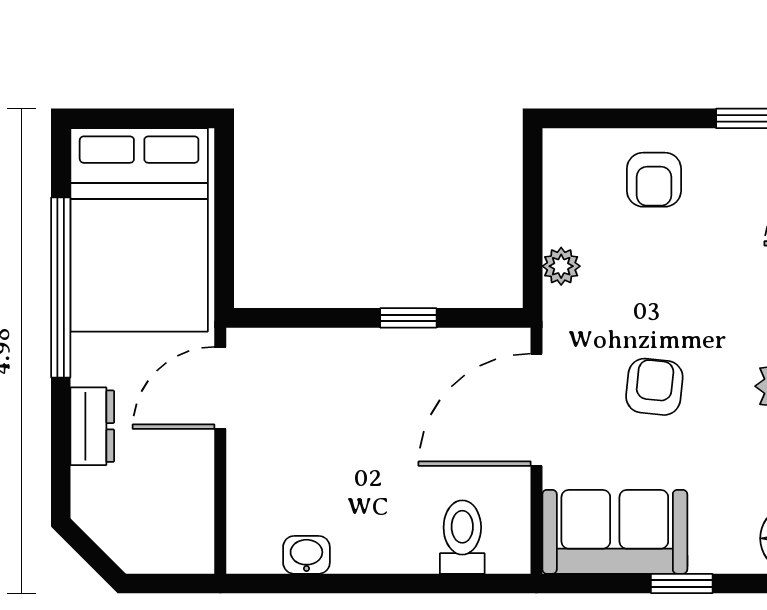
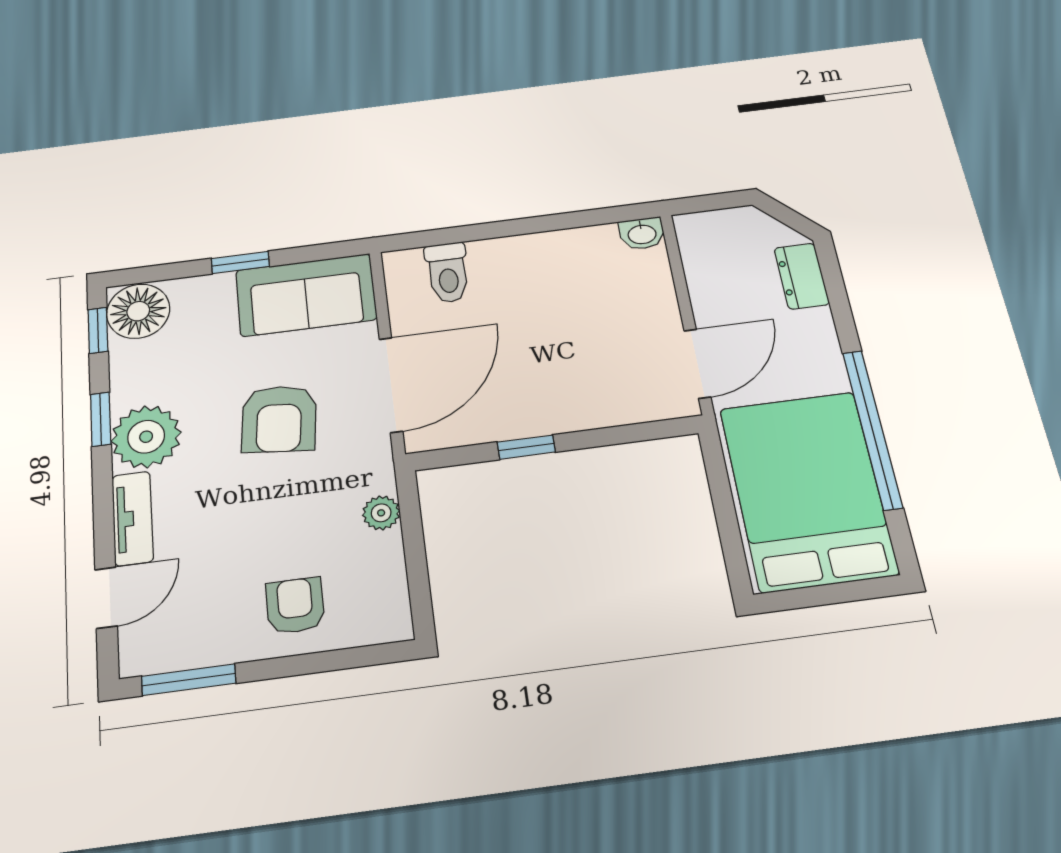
armchair: (654, 387) -> (279, 419), width x1.38, depth x1.38
dresser: (92, 426) -> (802, 276), moved
washbasin: (306, 555) -> (642, 234), moved

